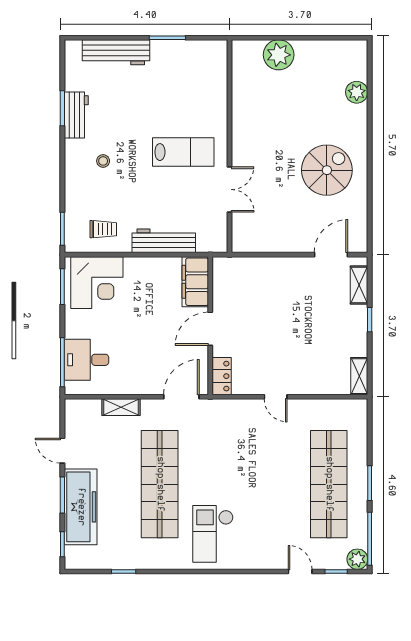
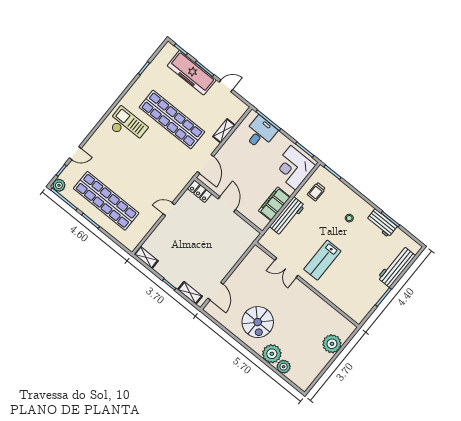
plant: (352, 120) -> (272, 354), added
filing cabinet: (195, 282) -> (274, 204), moved, turned -90

